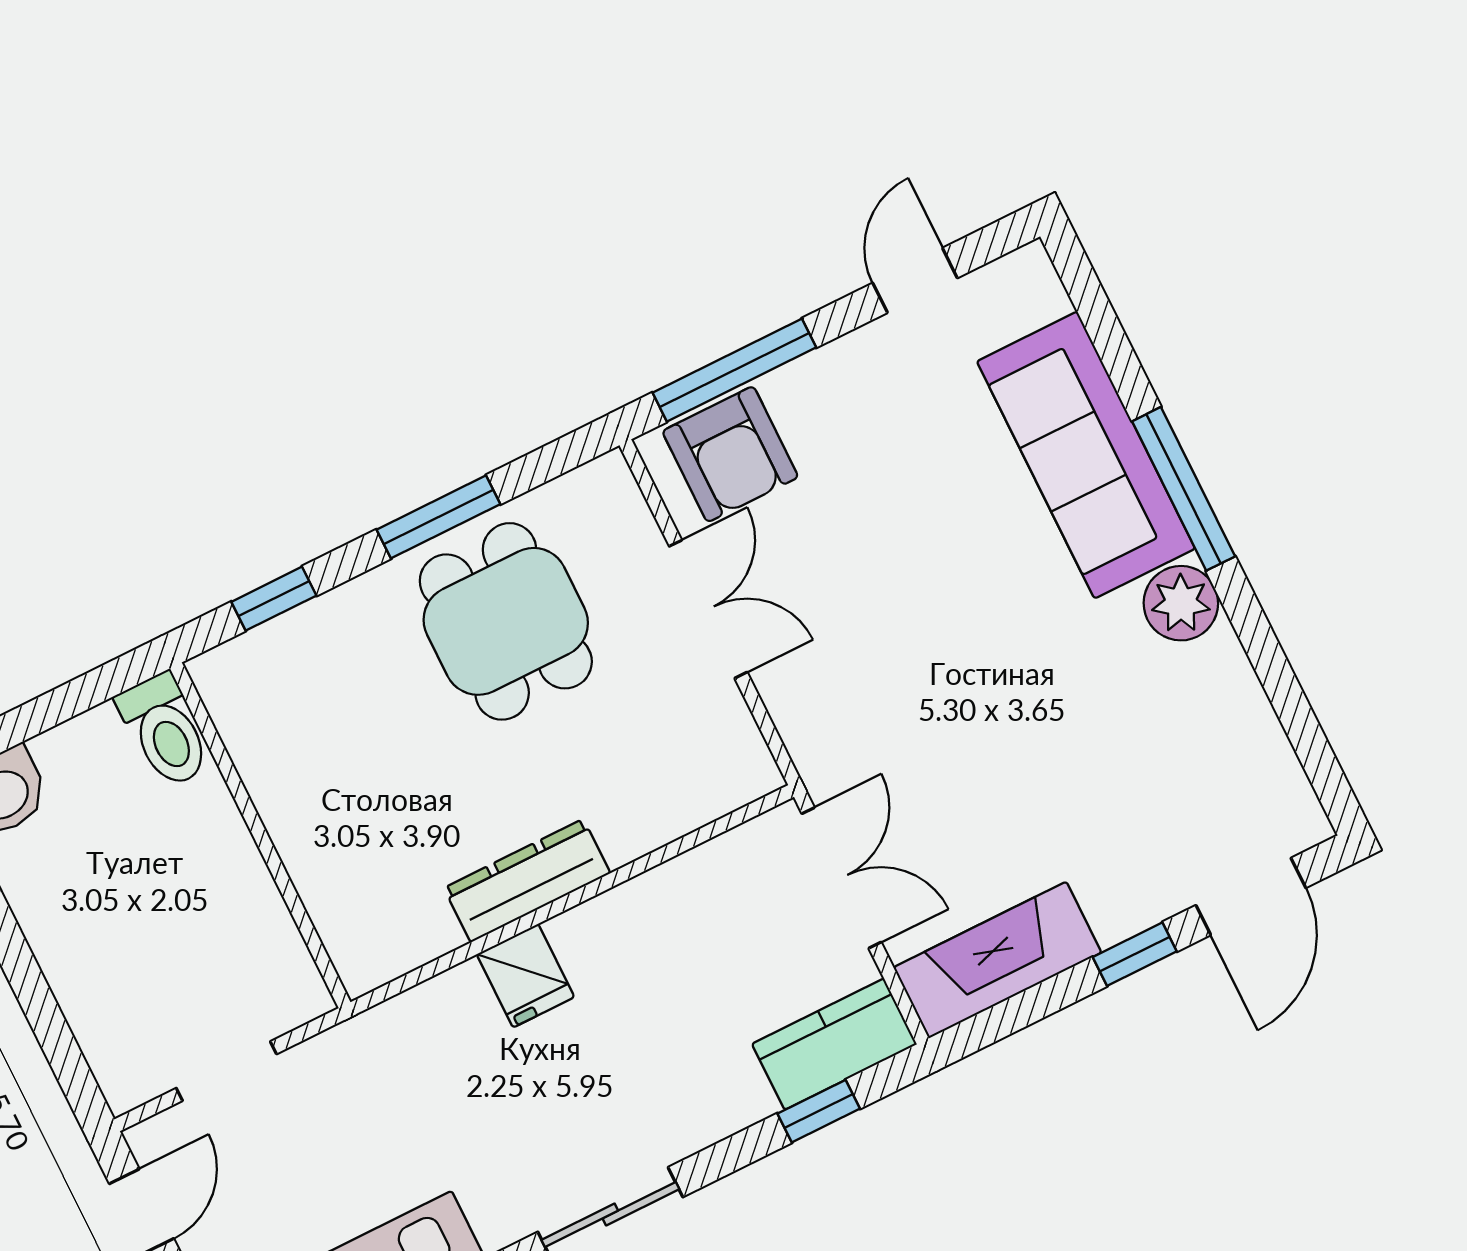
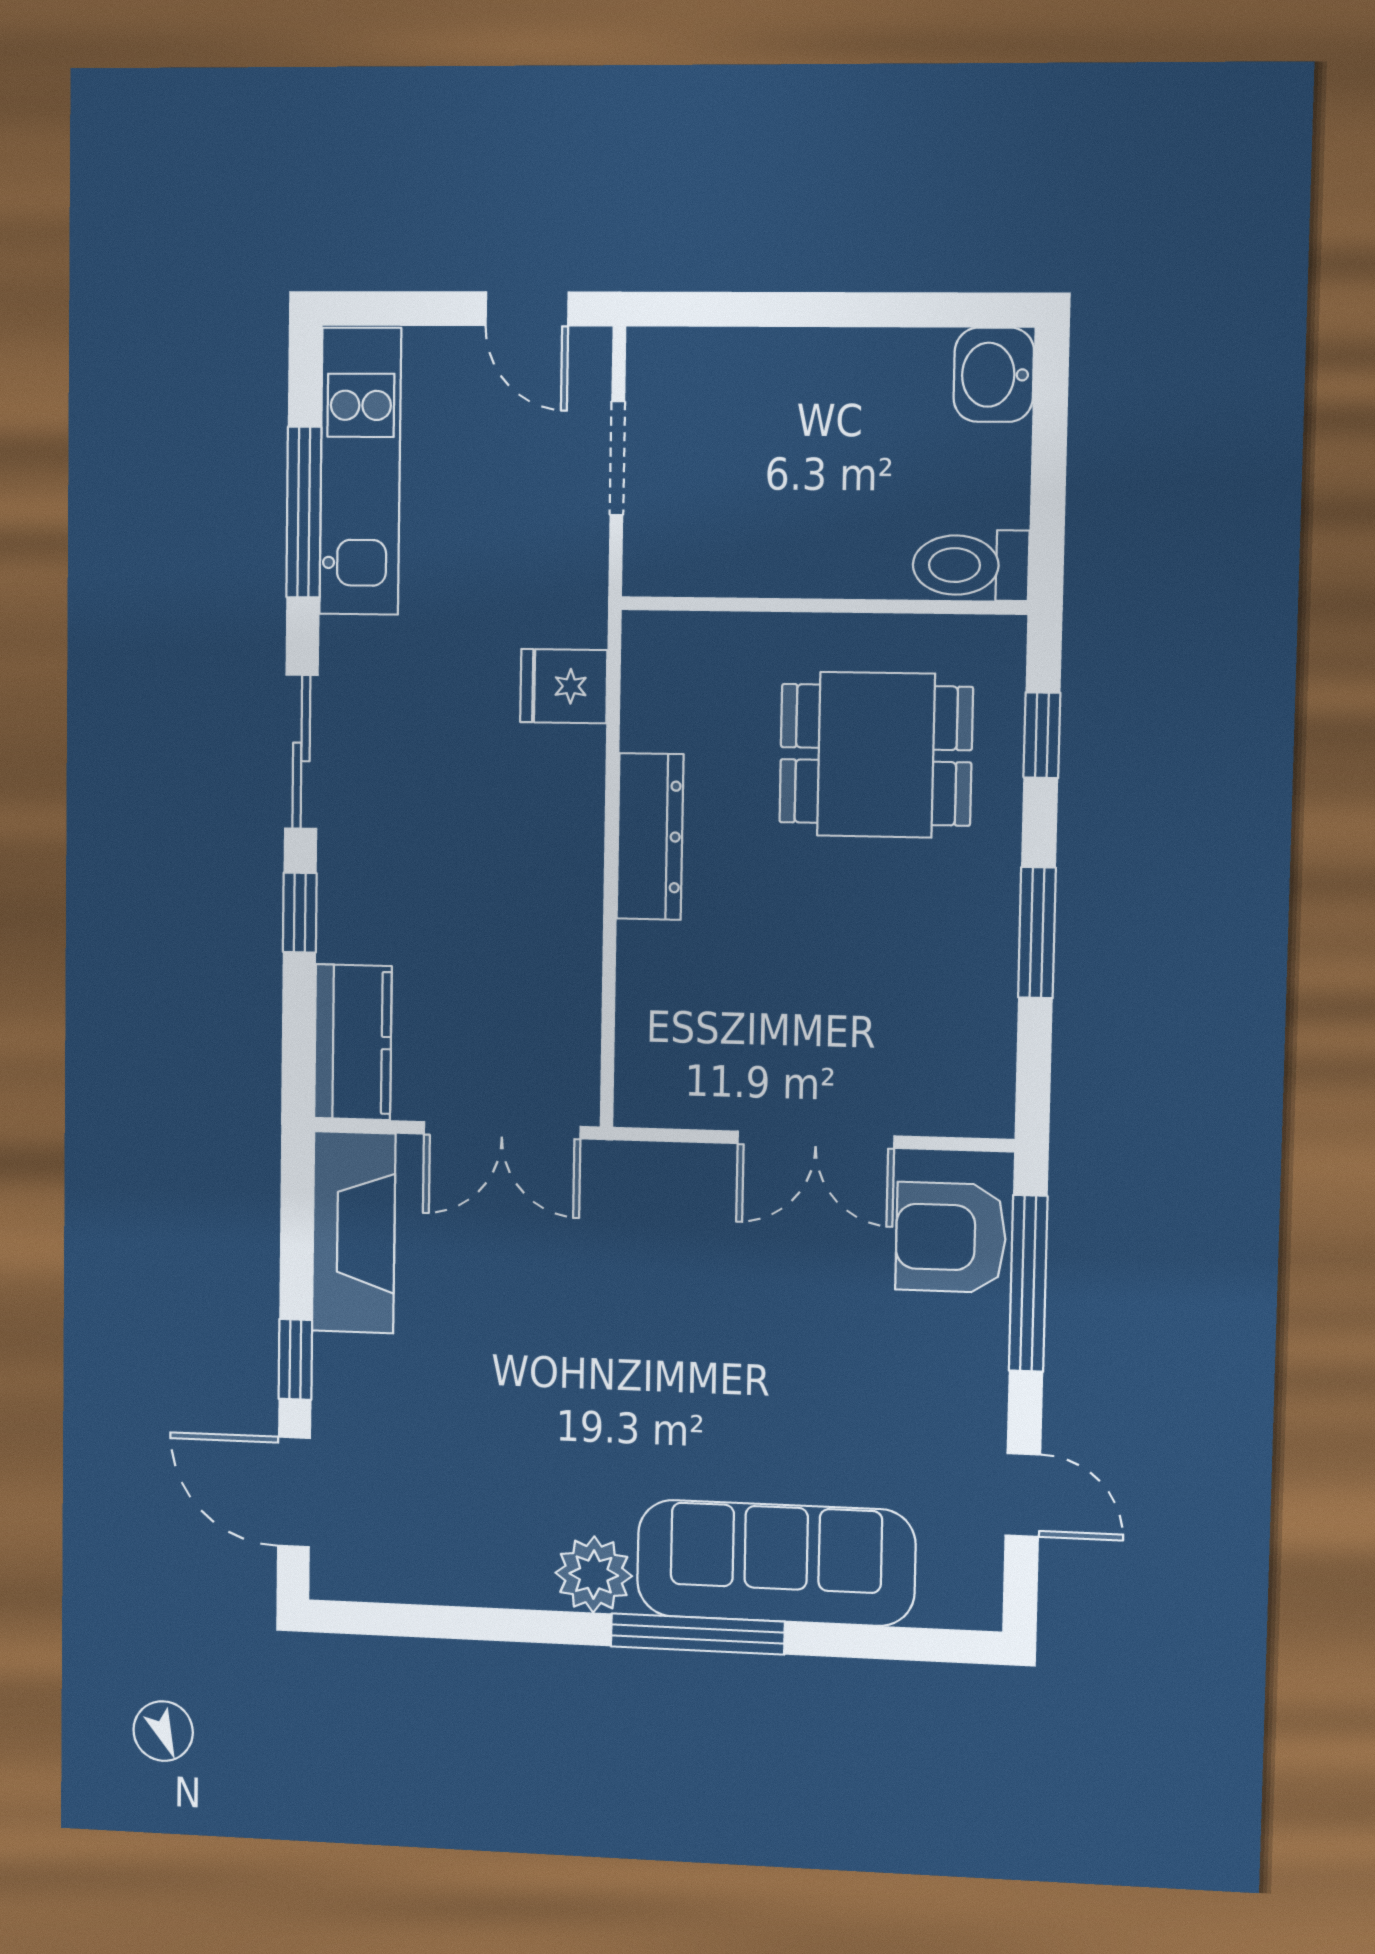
dining table: (506, 621) -> (876, 755), moved
fridge: (525, 976) -> (564, 686), moved
window: (819, 1111) -> (300, 913), moved

